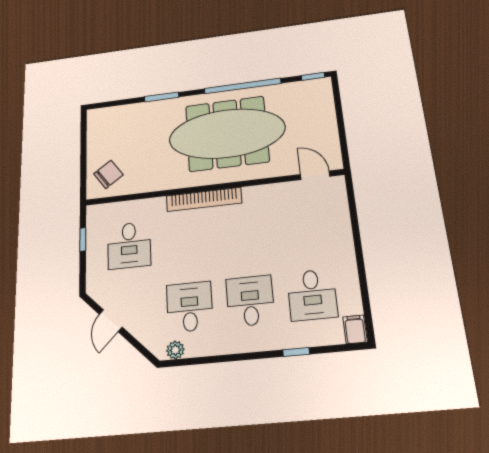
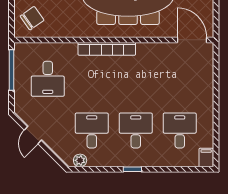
door: (315, 175) -> (192, 40), width x1.38
window: (83, 239) -> (11, 70), width x2.17
desk: (312, 295) -> (180, 130), turned 180
window: (296, 352) -> (132, 169), moved

